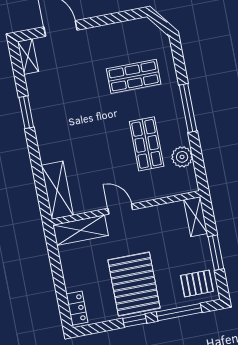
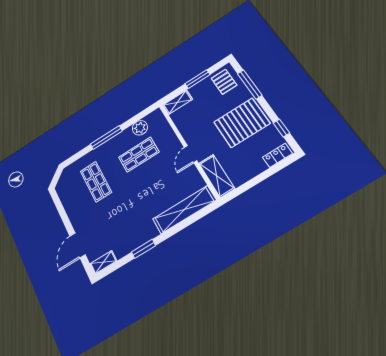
shelving: (57, 190) -> (184, 210), width x1.47
window: (135, 321) -> (281, 128), moved

